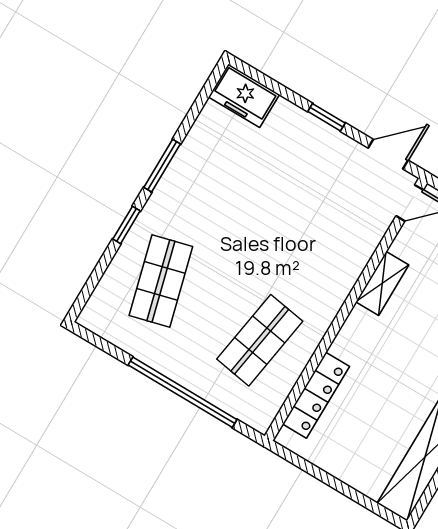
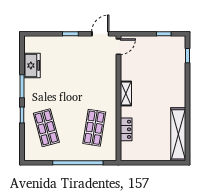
freezer: (244, 96) -> (32, 65), moved, turned -90
shelving: (382, 283) -> (126, 93), moved
locker: (316, 395) -> (126, 129), width x0.66

